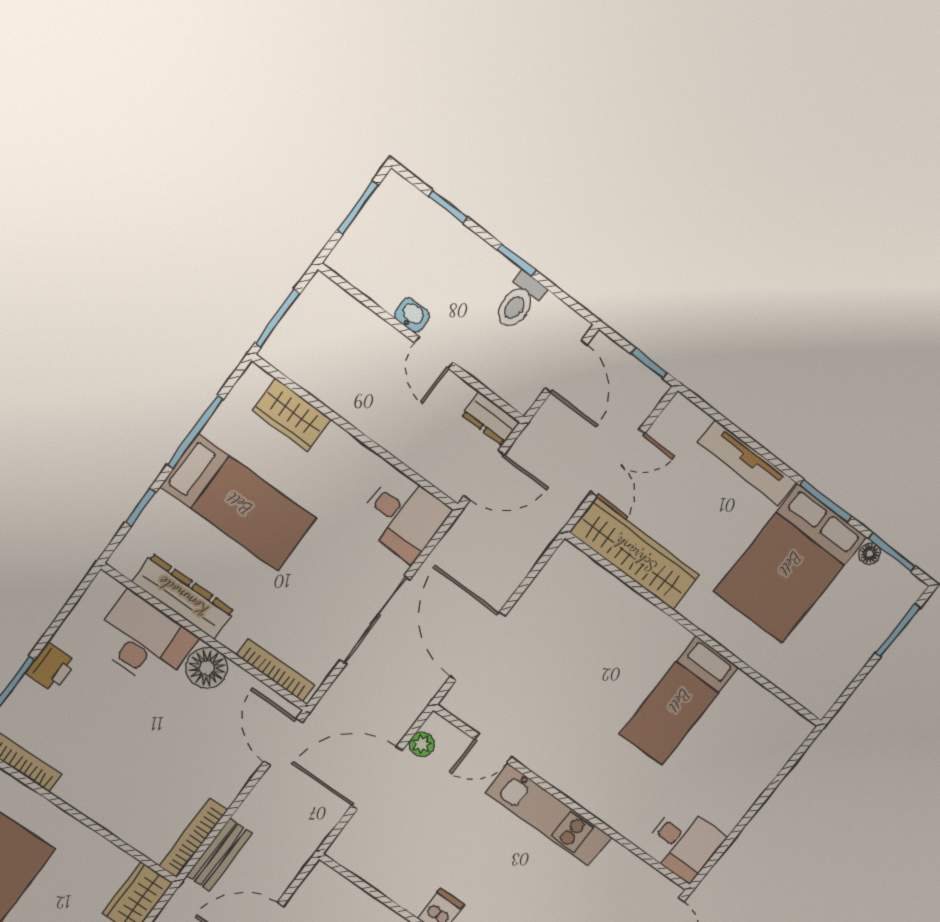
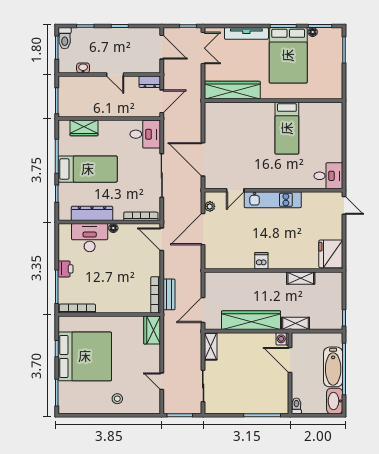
toilet: (519, 301) -> (65, 38), moved
washbasin: (412, 315) -> (83, 68), moved
double door: (618, 463) -> (203, 48), moved
floor lamp: (207, 668) -> (113, 228), width x0.53, depth x0.53

